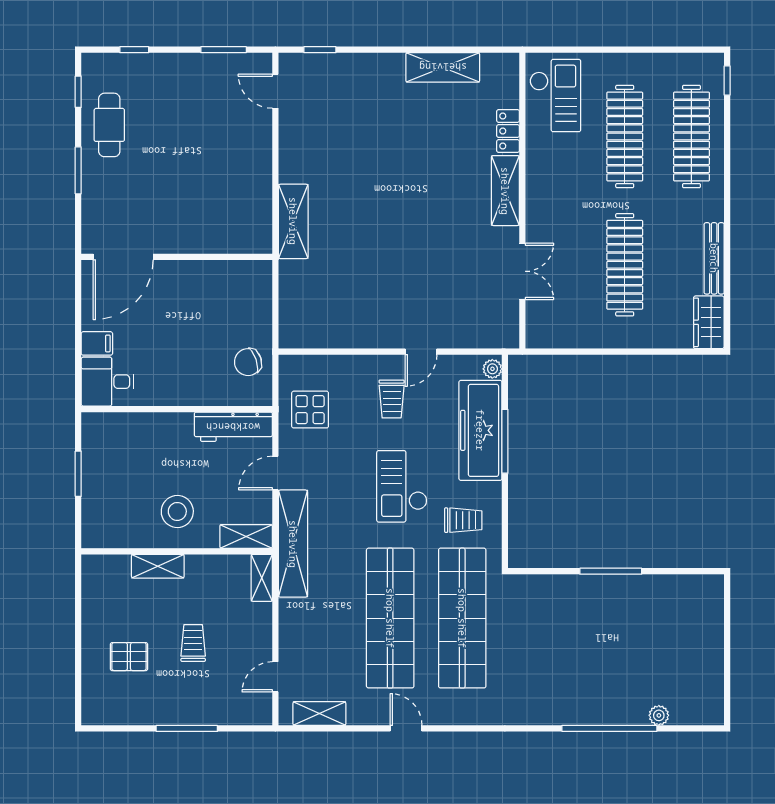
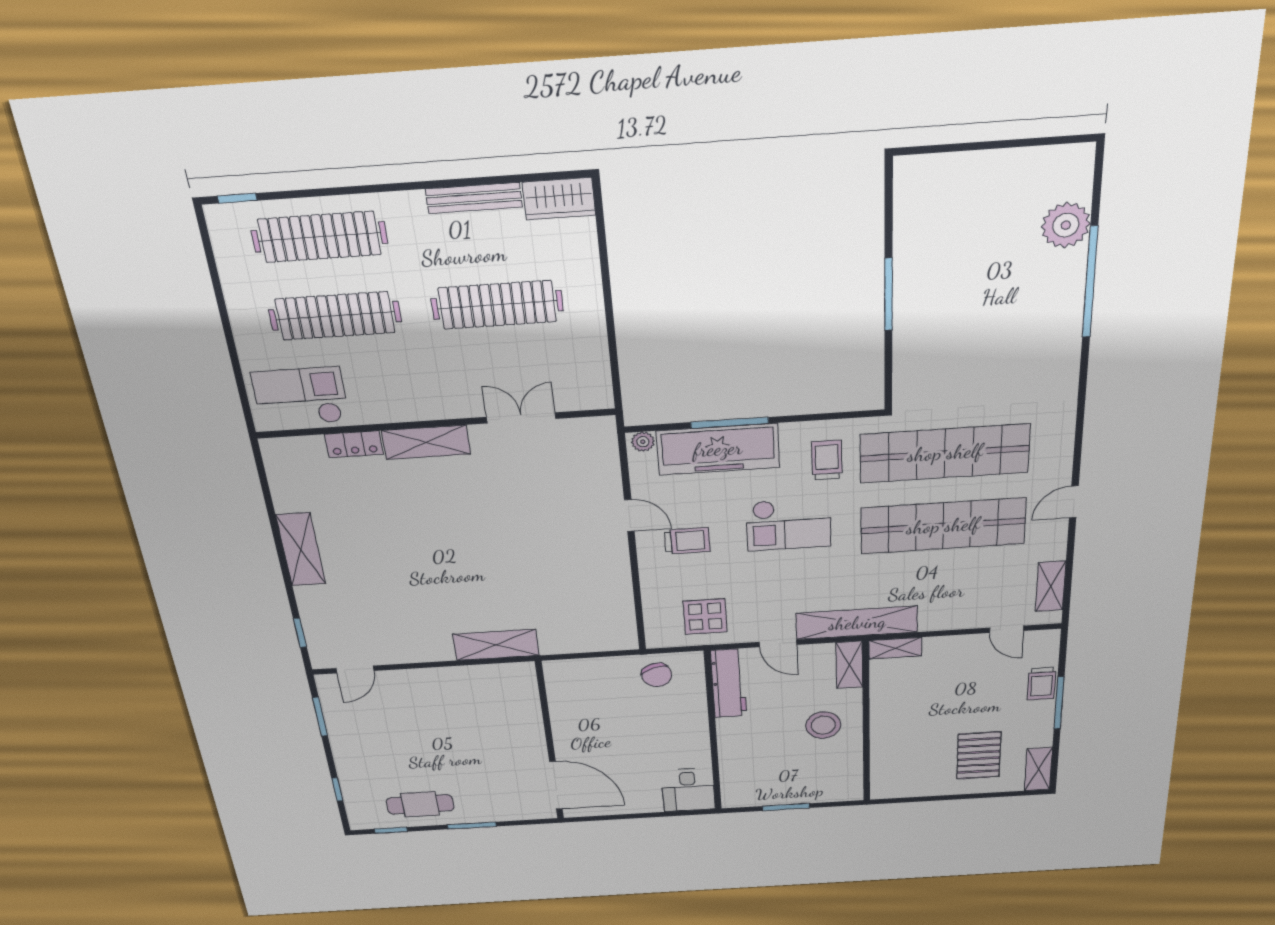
shelving: (443, 67) -> (301, 549), moved
filing cabinet: (97, 343) -> (649, 801), removed
shelving: (158, 566) -> (1038, 769), moved
trolley: (193, 643) -> (1041, 684), moved, turned -90
pallet: (129, 657) -> (979, 755), width x1.50, depth x1.42
plant: (659, 715) -> (1066, 225), width x1.87, depth x1.87

